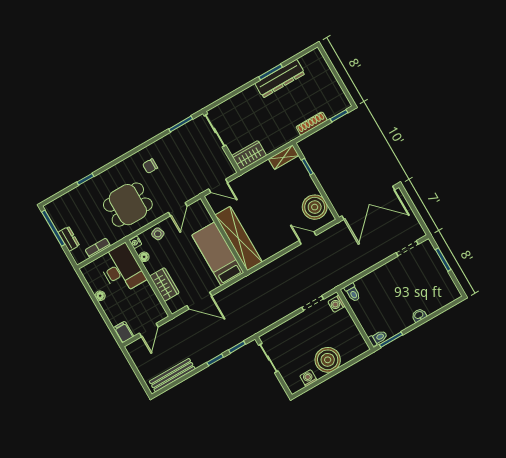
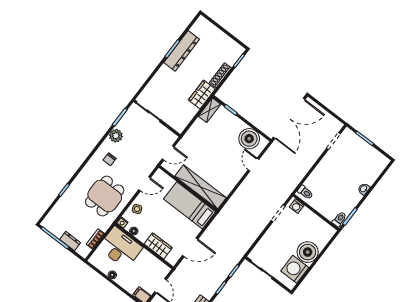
plant: (168, 143) -> (116, 136), added
wardrobe: (249, 156) -> (202, 95), moved
door: (178, 209) -> (145, 184), hinge flipped
door: (308, 238) -> (254, 165), hinge flipped
washing machine: (308, 378) -> (295, 269), width x1.89, depth x1.89

